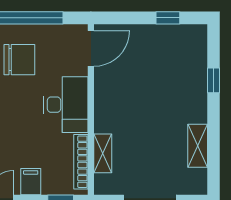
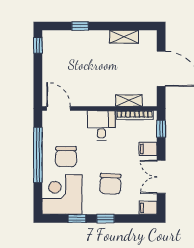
window: (168, 18) -> (38, 45), moved
chair: (19, 60) -> (66, 157), turned 180
desk: (66, 105) -> (101, 125), width x0.73

